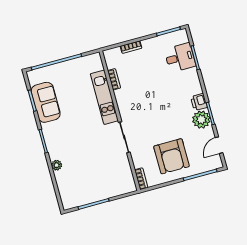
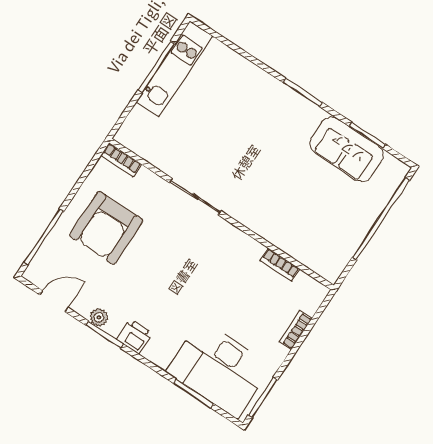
desk: (180, 58) -> (219, 369), width x1.87, depth x1.30
kitchen unit: (104, 97) -> (174, 69), moved, turned 90
plant: (201, 120) -> (99, 317), width x0.53, depth x0.53
door: (219, 145) -> (54, 301), hinge flipped
armchair: (172, 156) -> (106, 228), turned -90
plant: (57, 165) -> (255, 75), removed

